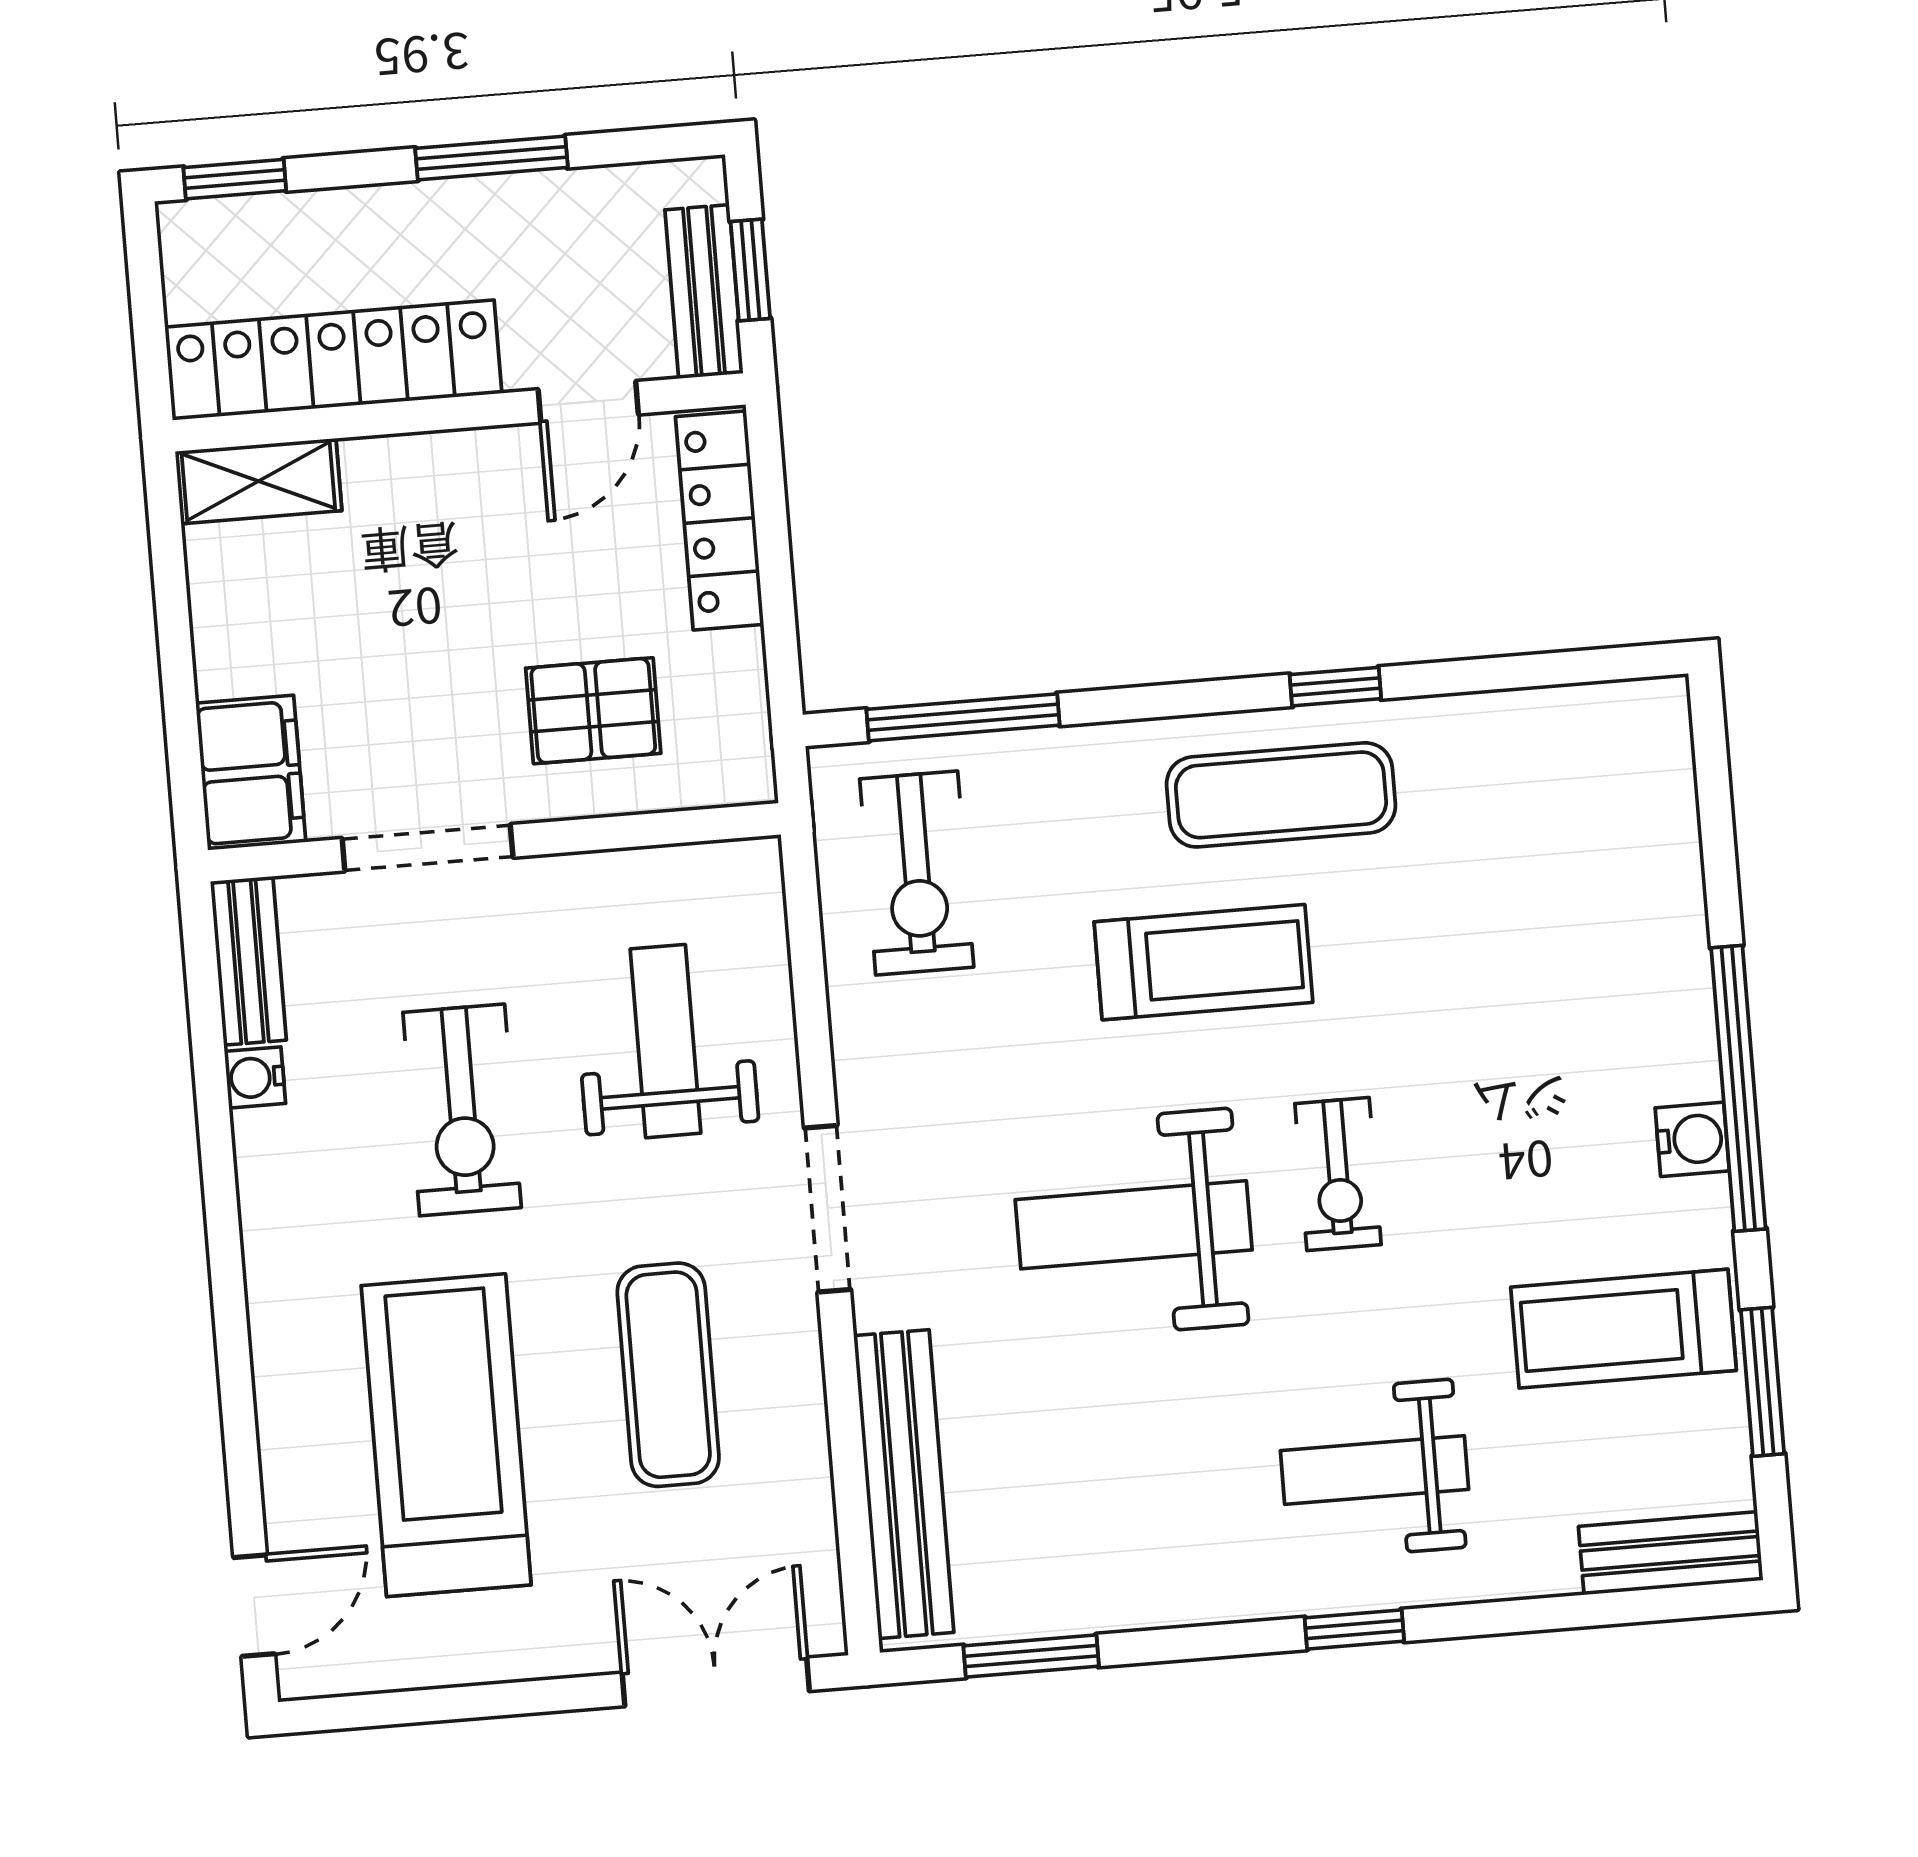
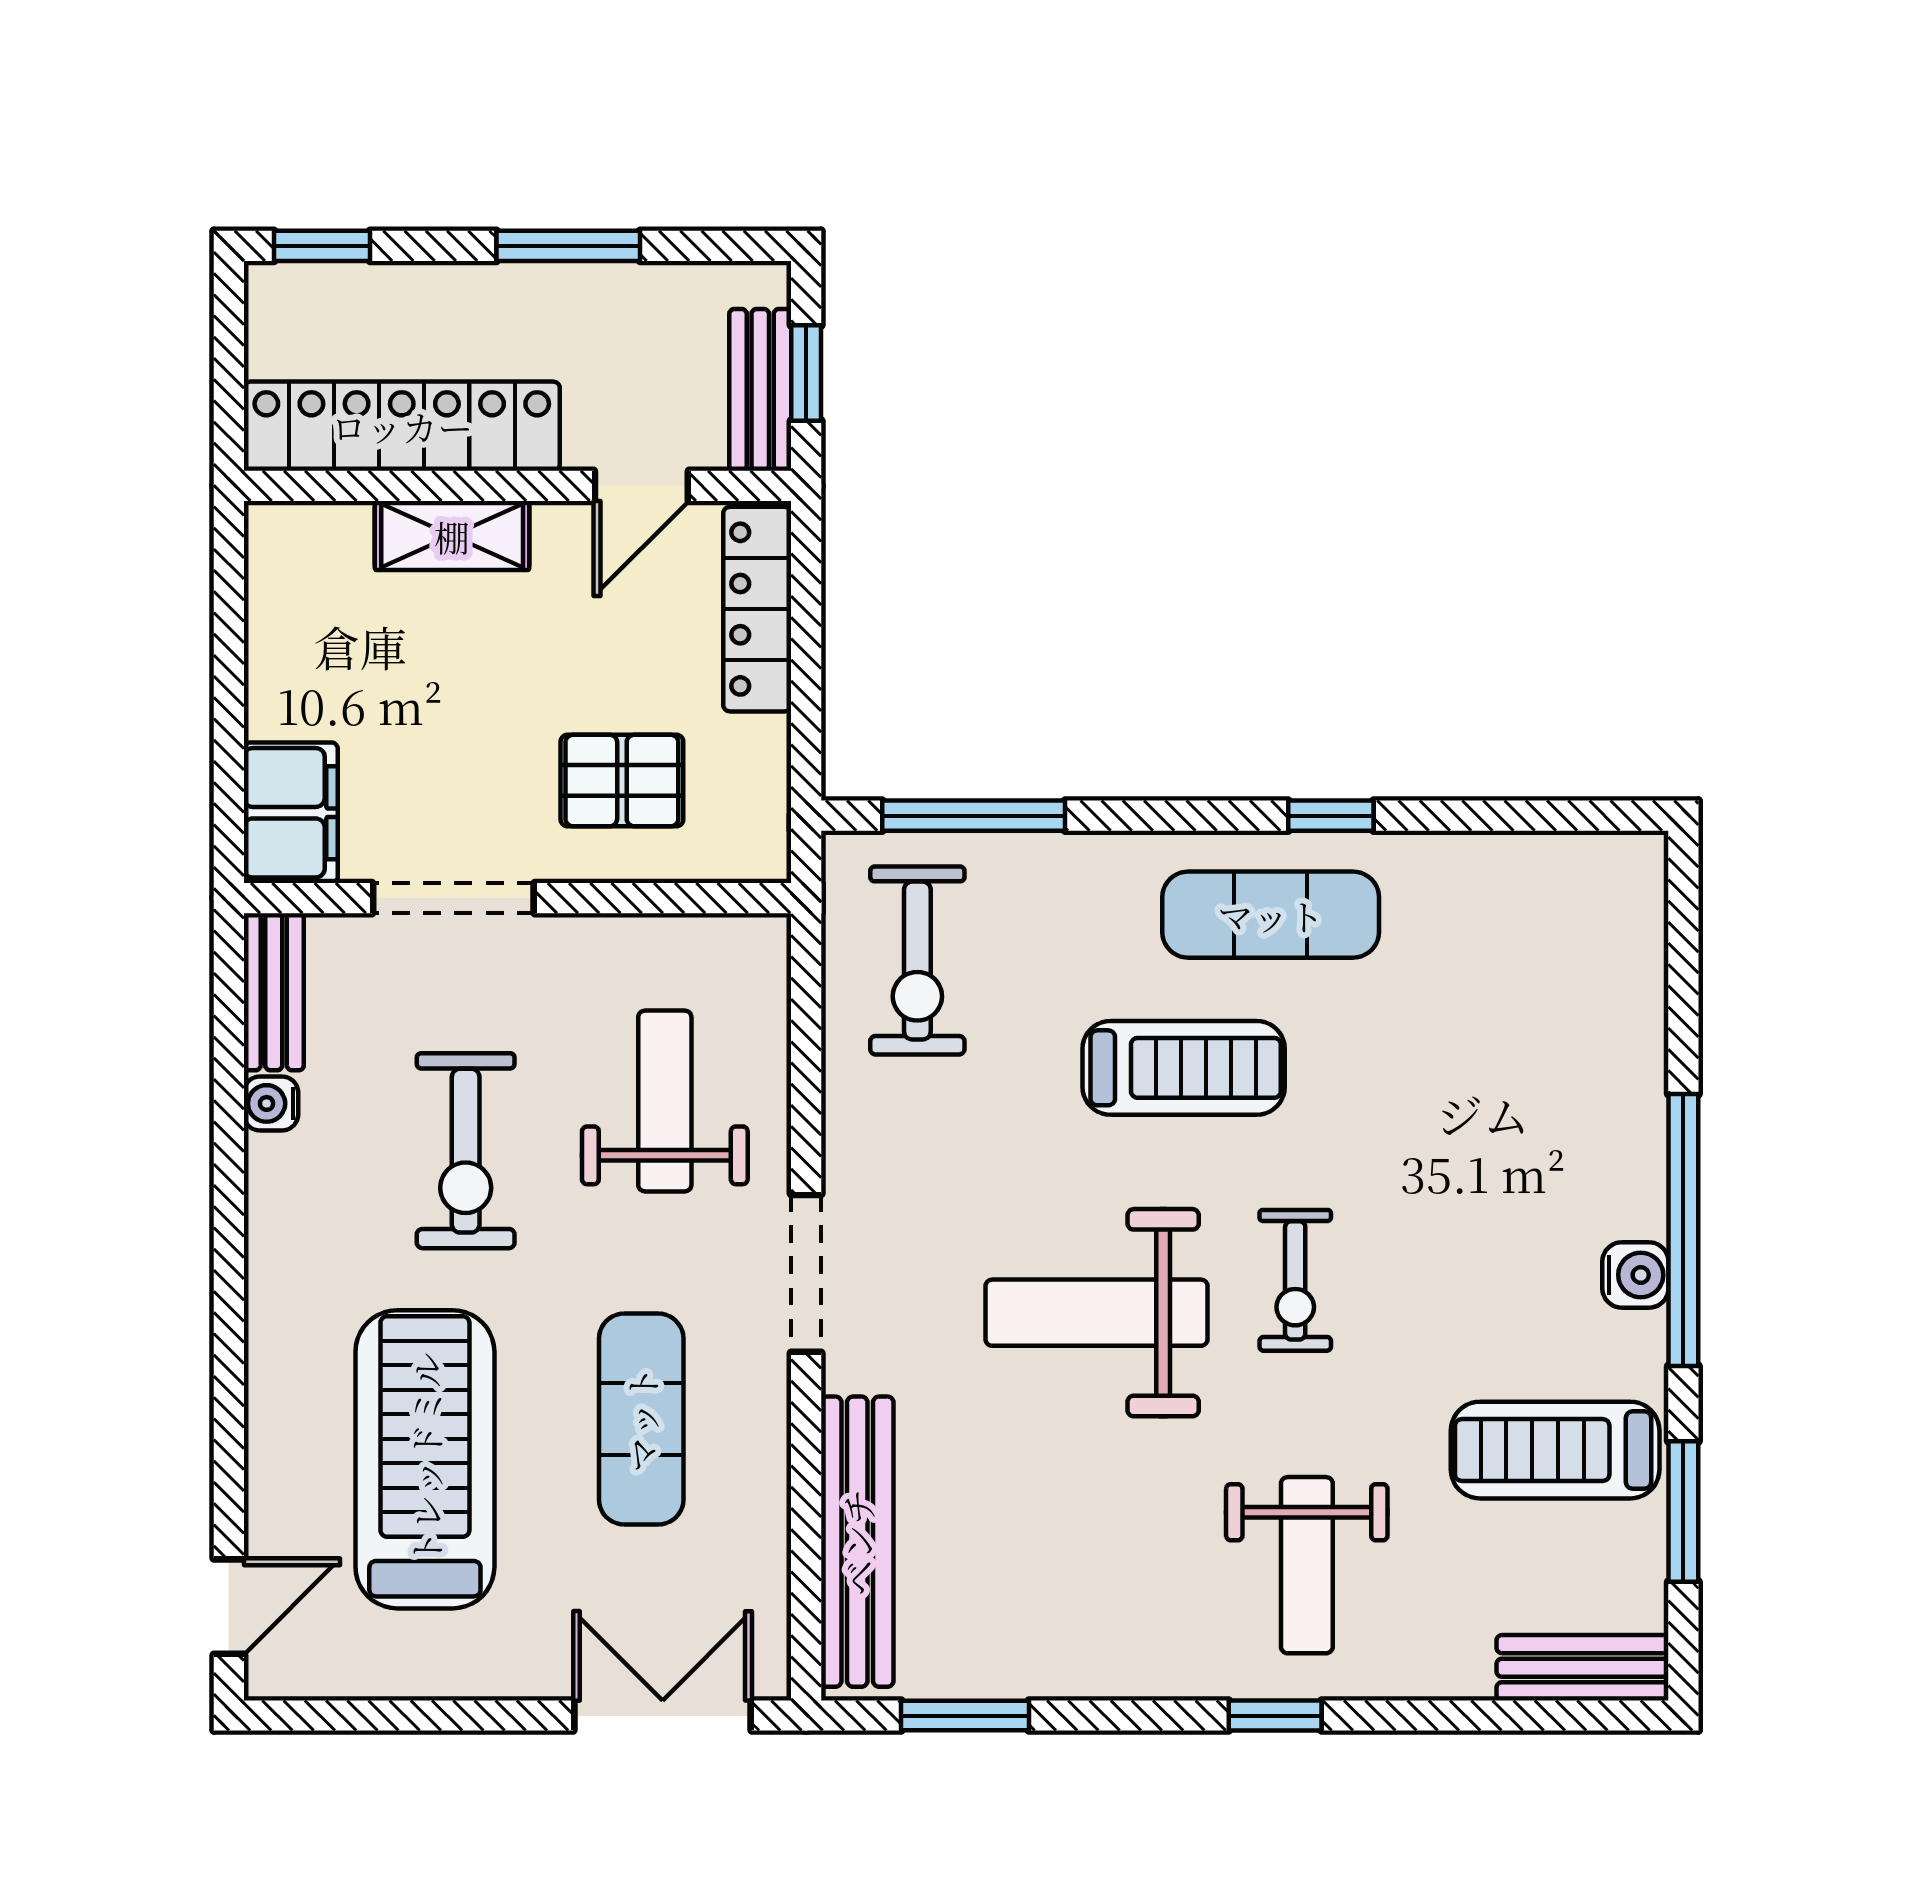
shelving: (258, 481) -> (452, 536), moved
weight bench: (1375, 1470) -> (1307, 1565), turned -90

